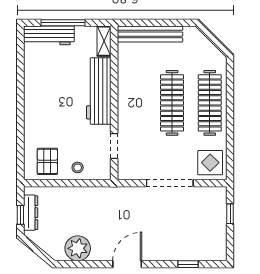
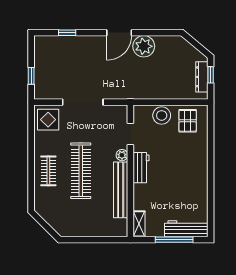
bench: (150, 34) -> (121, 190), moved, turned 90
workbench: (99, 91) -> (141, 168), width x0.53, depth x0.76
clothes rail: (210, 103) -> (48, 171), width x0.54, depth x0.76
plant: (124, 121) -> (122, 155), added
stool: (78, 168) -> (162, 115), width x1.89, depth x1.89
plant: (78, 248) -> (144, 46), moved

